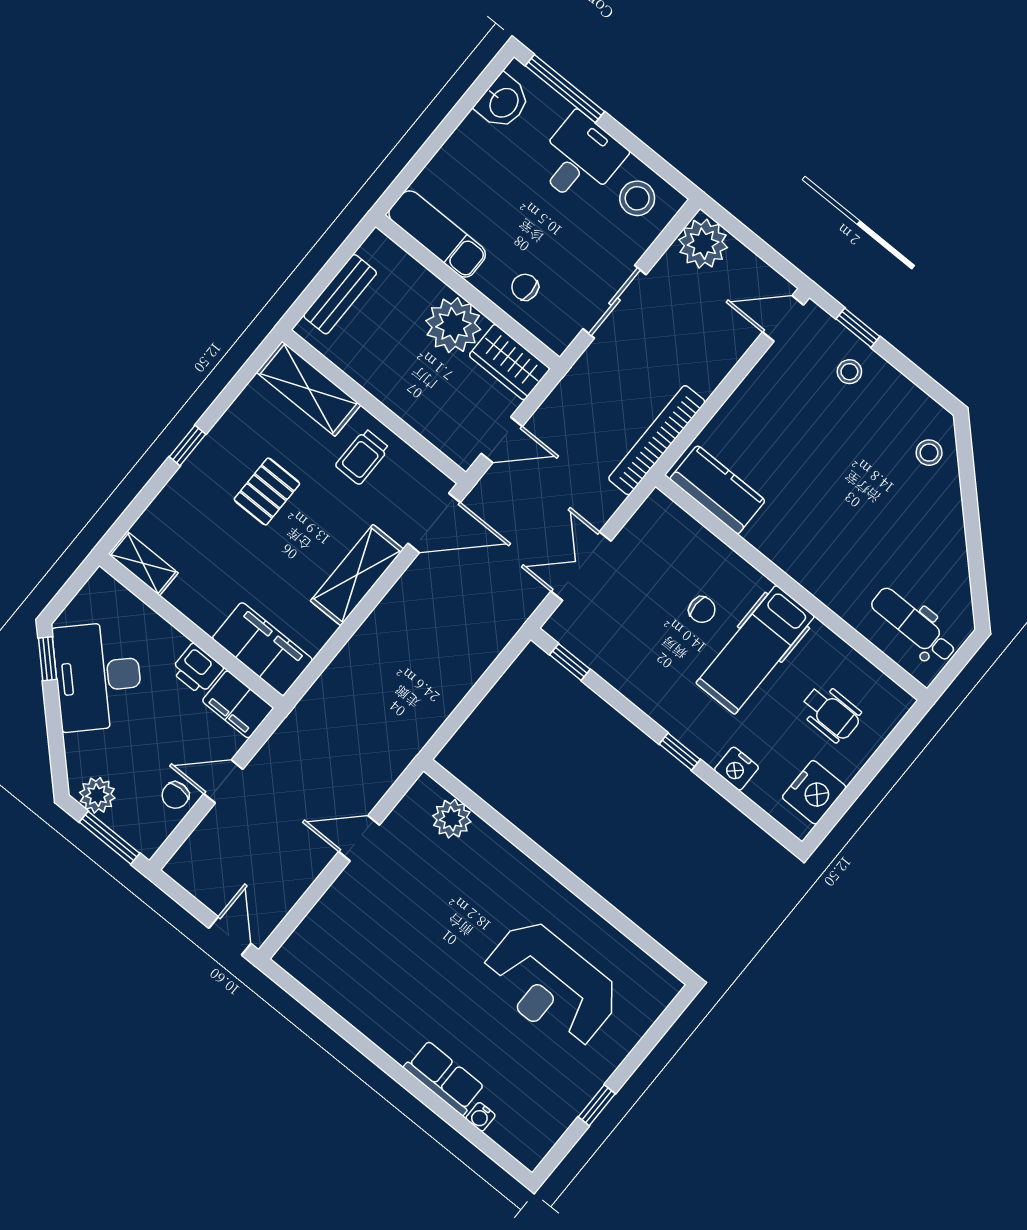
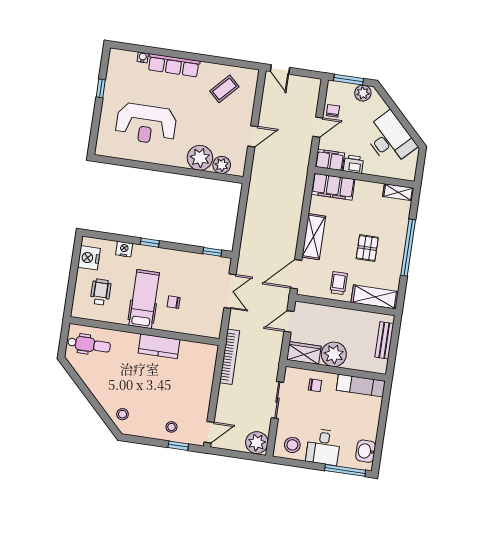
window: (188, 446) -> (408, 248), width x3.17
kitchen counter: (718, 490) -> (159, 346), moved
window: (48, 659) -> (413, 134), removed
wheelchair: (831, 713) -> (101, 292), turned 90
plant: (486, 857) -> (200, 158), added
coffee table: (359, 962) -> (224, 89), added
reception desk: (550, 985) -> (146, 124), turned 180
row of seats: (444, 1078) -> (174, 65), width x1.48

